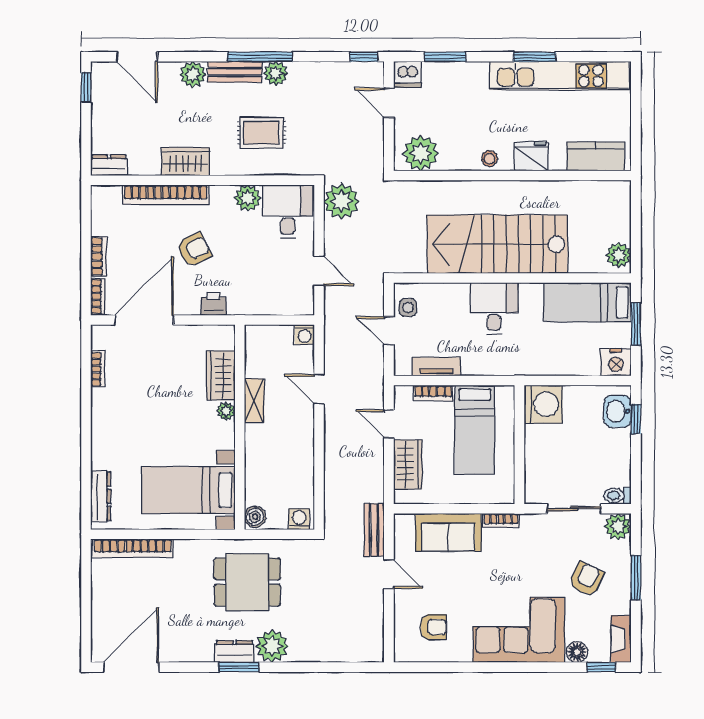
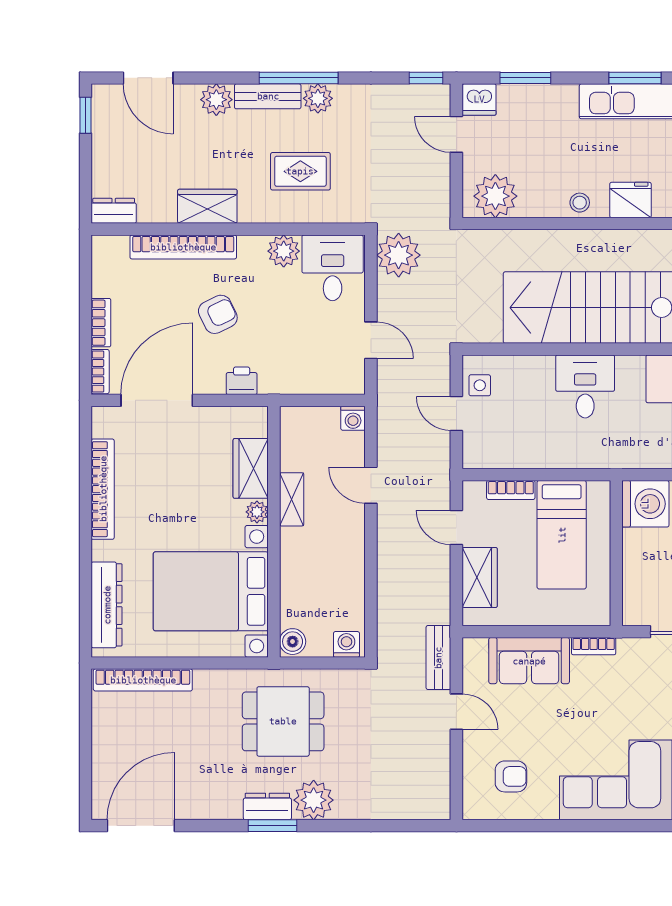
tv unit: (436, 367) -> (514, 458), removed
bookcase: (98, 369) -> (103, 489), width x2.31, depth x1.31
bed with nightstands: (188, 490) -> (211, 591), width x1.36
dresser: (101, 496) -> (107, 605), width x1.37, depth x1.24

